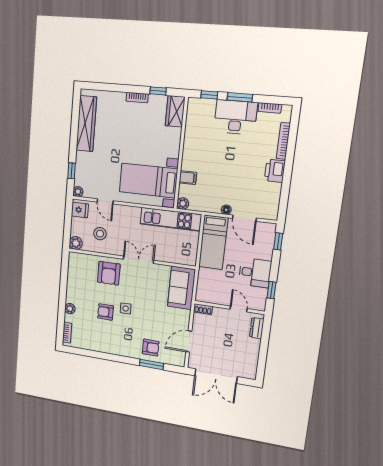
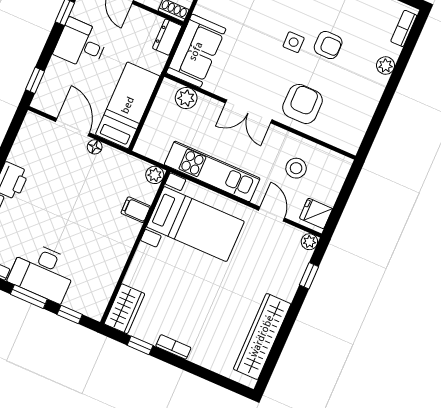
kitchen unit: (171, 219) -> (212, 171), moved
plant: (76, 243) -> (186, 98), moved
dresser: (202, 292) -> (167, 37), added

